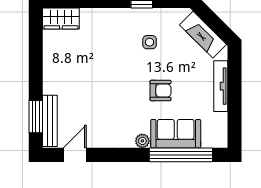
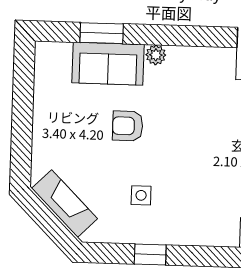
tv unit: (221, 86) -> (42, 129), removed
window: (181, 155) -> (102, 33), width x0.47

